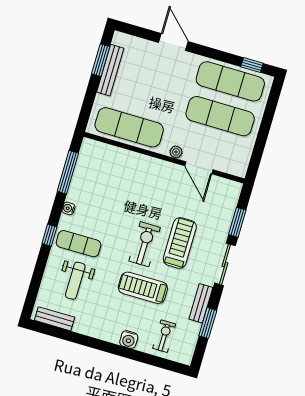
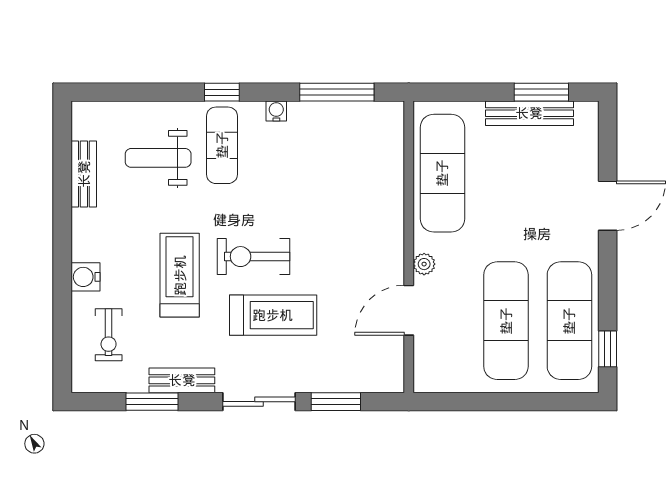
exercise bike: (145, 244) -> (254, 257), turned 180
bench: (55, 319) -> (84, 174), moved
exercise bike: (164, 336) -> (109, 335), turned 90

